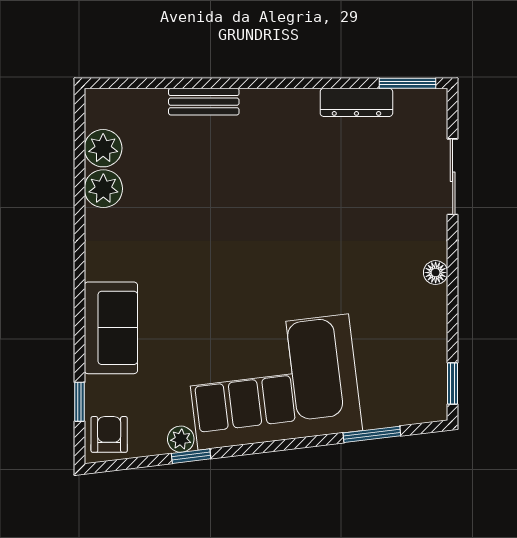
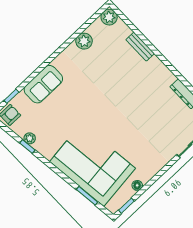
plant: (103, 148) -> (109, 17), moved
floor lamp: (436, 273) -> (137, 185), moved
corner sofa: (273, 382) -> (92, 165), moved

